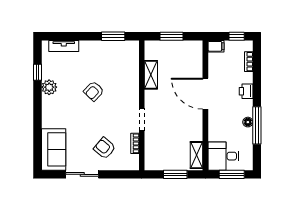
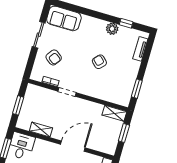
shelving: (151, 75) -> (114, 113), moved
armchair: (105, 148) -> (54, 57), turned 86
shelving: (197, 155) -> (41, 130), moved

